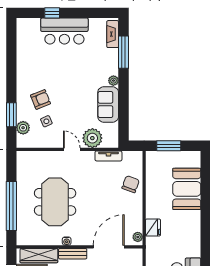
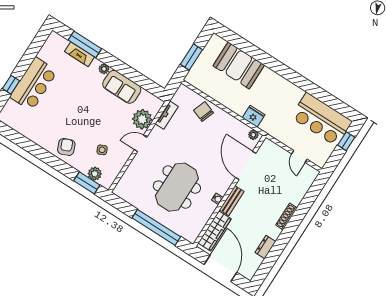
fireplace: (113, 34) -> (80, 54), moved
armchair: (41, 99) -> (66, 147), moved
window: (11, 115) -> (87, 183), moved
meeting table: (55, 202) -> (177, 187), turned 90

